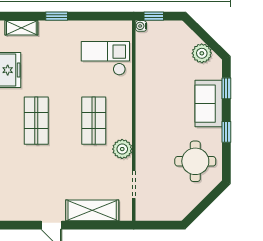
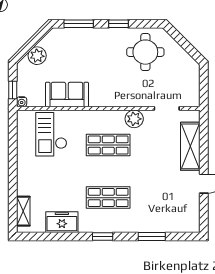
window: (57, 16) -> (13, 179), removed
plant: (202, 53) -> (37, 56), moved
window: (226, 88) -> (79, 24), width x1.50
sofa: (209, 104) -> (67, 94), moved, turned 180

